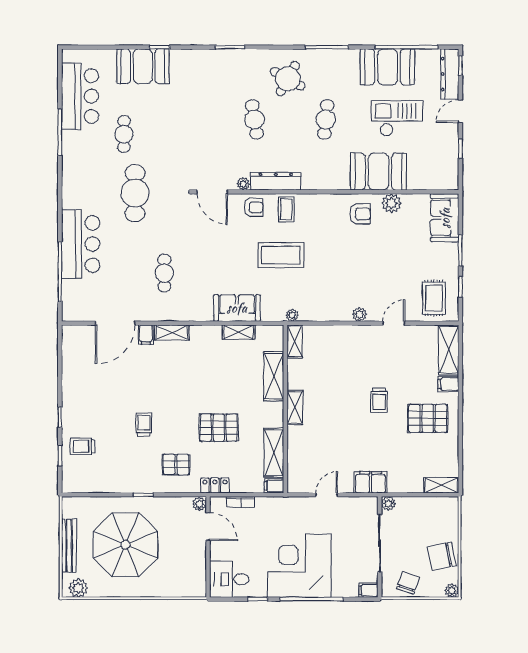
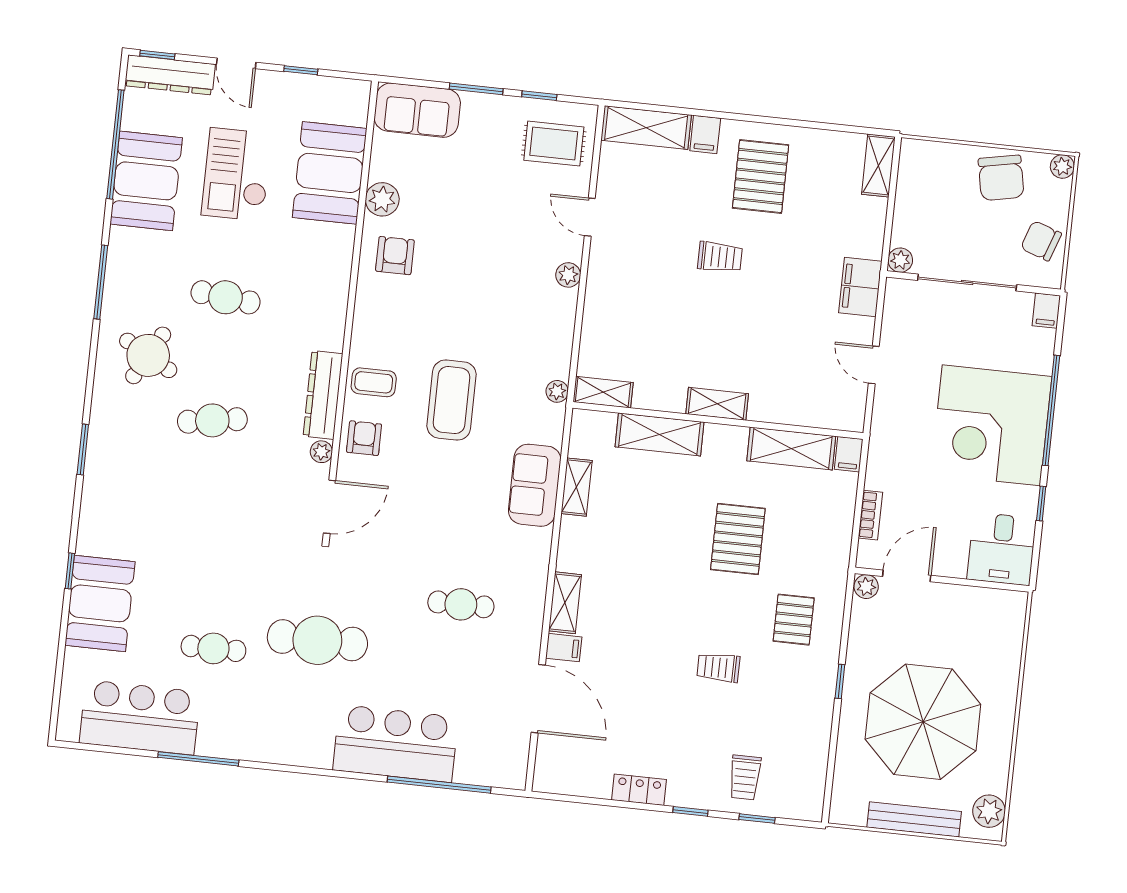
booth: (378, 171) -> (330, 173), moved
locker: (215, 485) -> (639, 790), moved, turned 90

